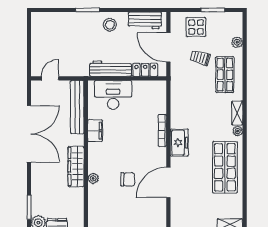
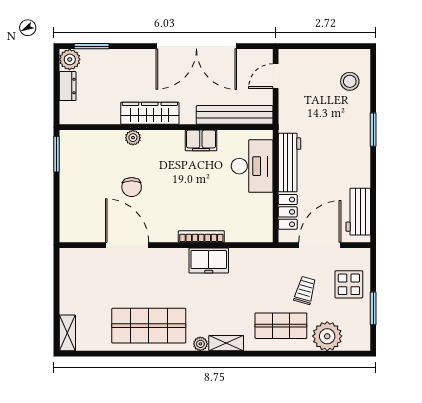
stool: (110, 25) -> (350, 81), moved
plant: (237, 42) -> (327, 336), width x1.88, depth x1.88
door: (50, 78) -> (276, 76), swing flipped
freezer: (179, 143) -> (209, 261), moved

